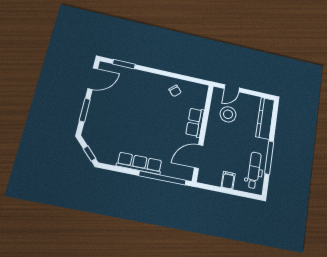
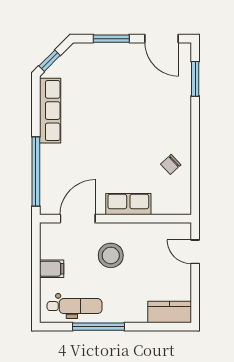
stool: (228, 114) -> (111, 255), moved
kitchen counter: (265, 118) -> (170, 312), width x0.67
door: (199, 157) -> (78, 219), hinge flipped
row of seats: (139, 163) -> (50, 111), moved

